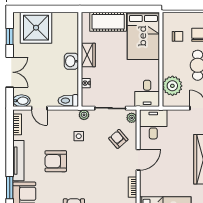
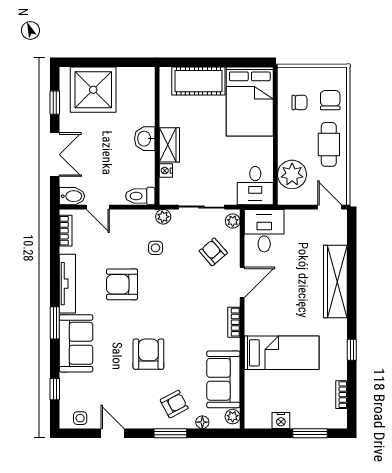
wardrobe: (88, 55) -> (169, 145), moved

